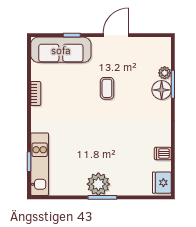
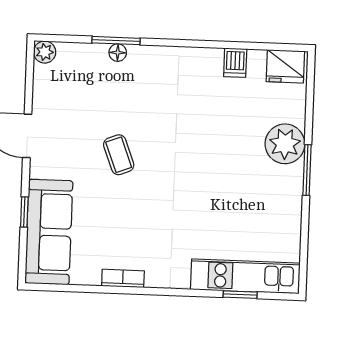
plant: (165, 73) -> (45, 52), moved
coffee table: (107, 88) -> (119, 155), turned 69
floor lamp: (162, 90) -> (118, 53), width x0.53, depth x0.53
plant: (98, 184) -> (285, 144), moved

